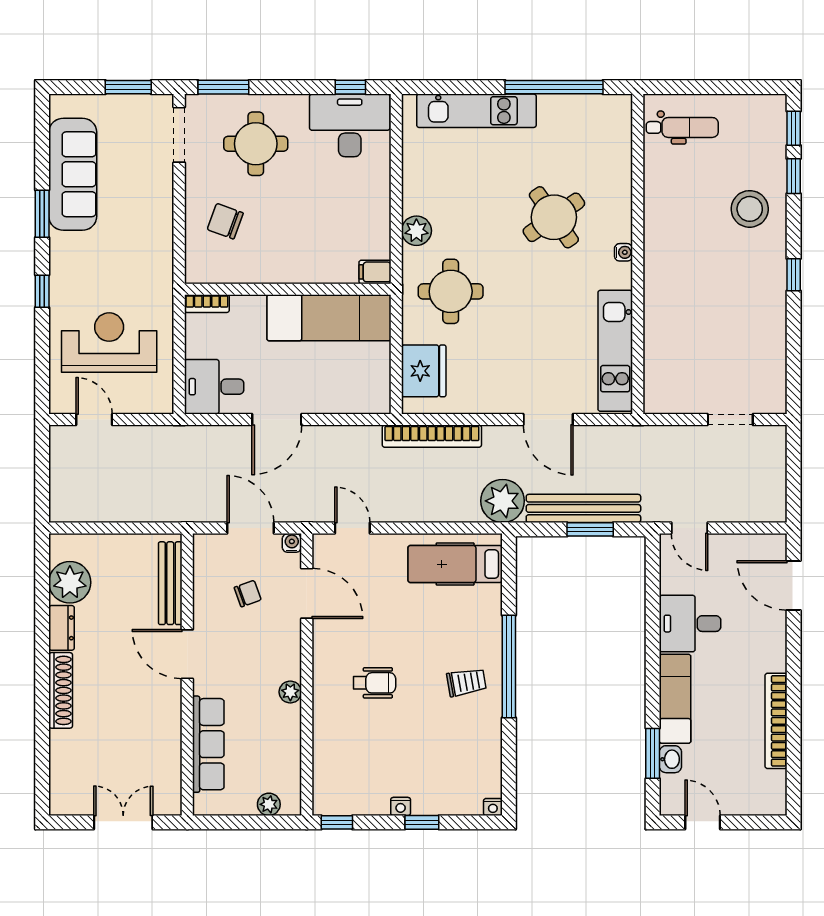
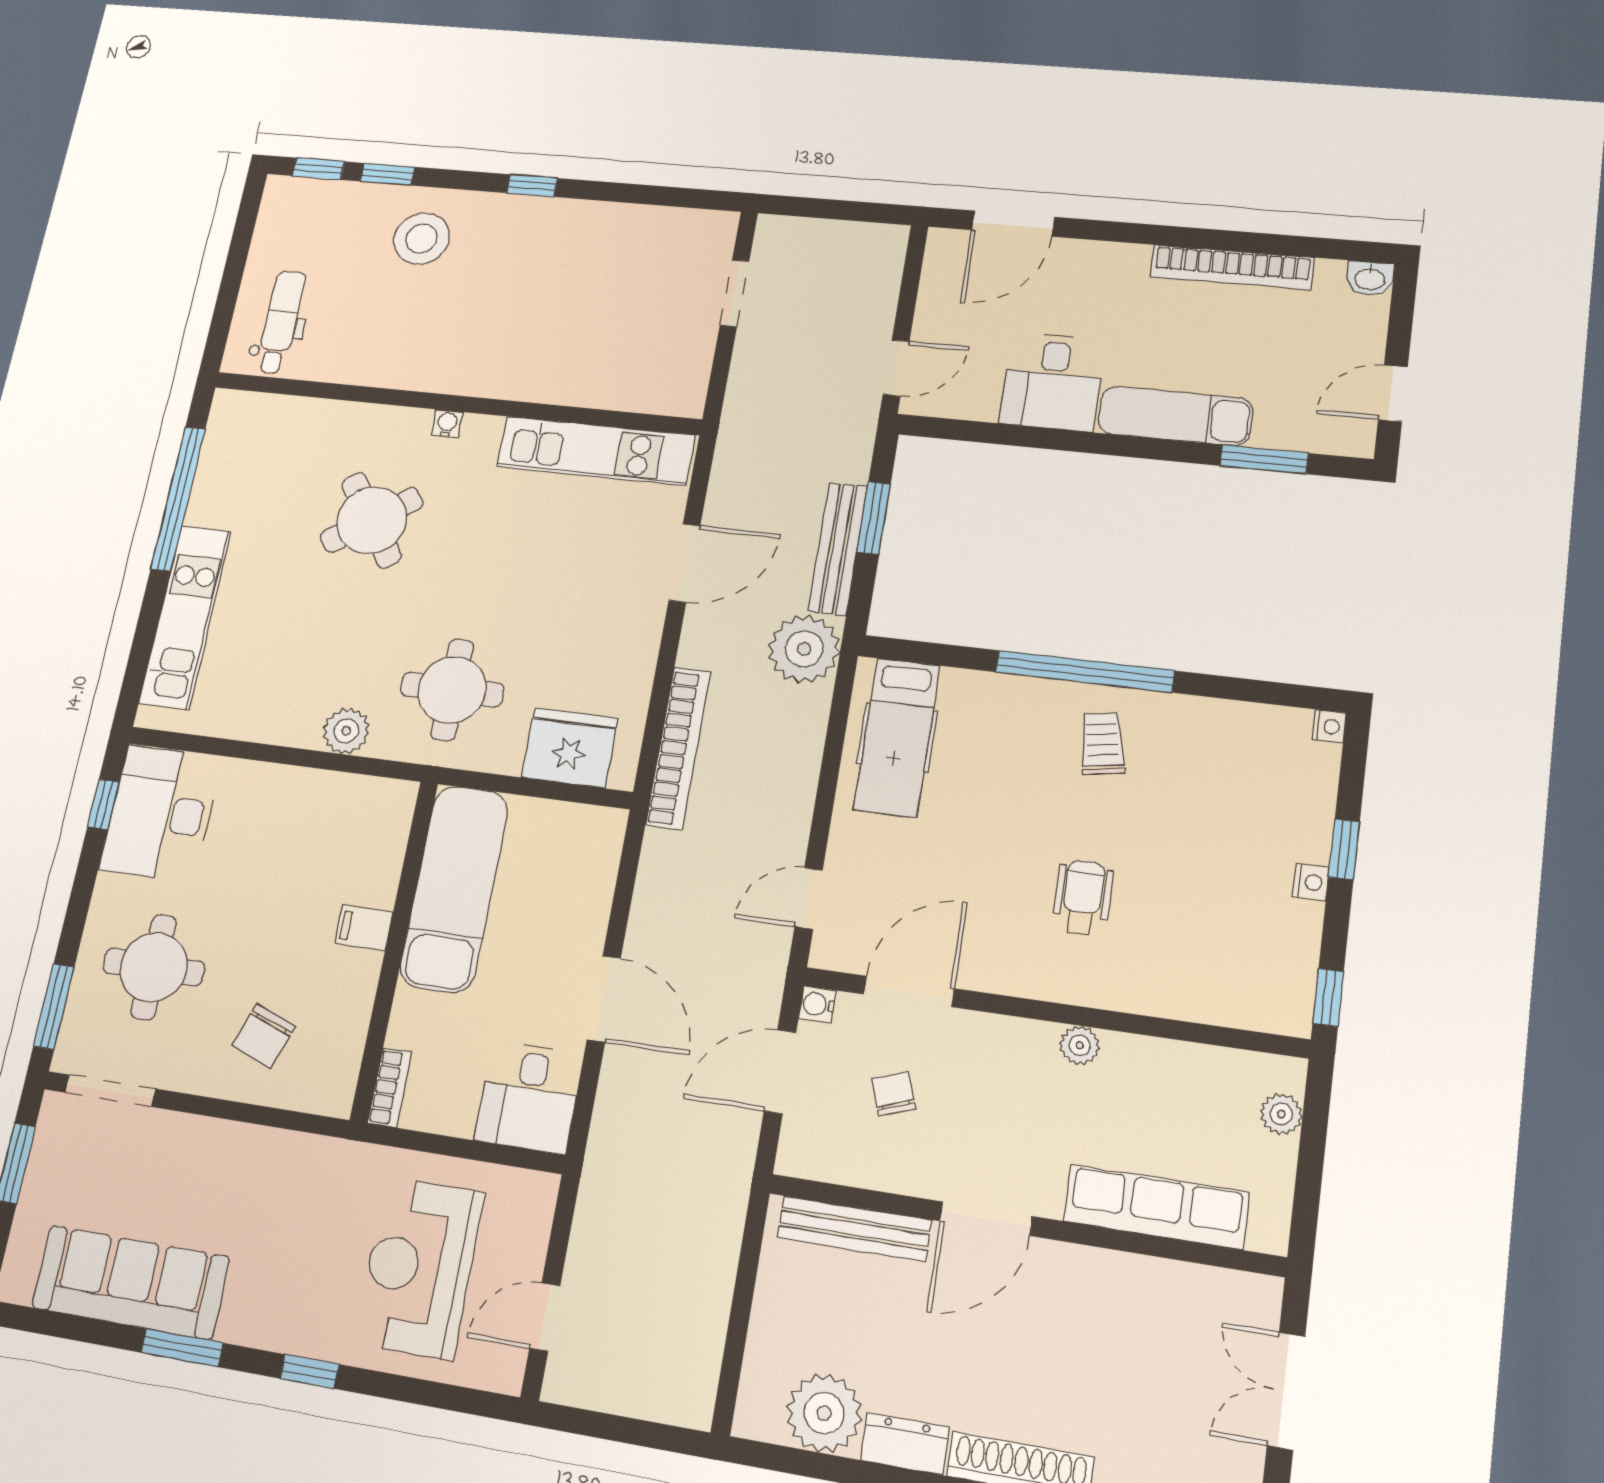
filing cabinet: (375, 272) -> (364, 928), moved, turned 90
bench: (583, 508) -> (838, 549), width x0.73, depth x0.82
washbasin: (670, 759) -> (1370, 279), moved, turned 180

